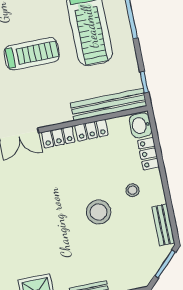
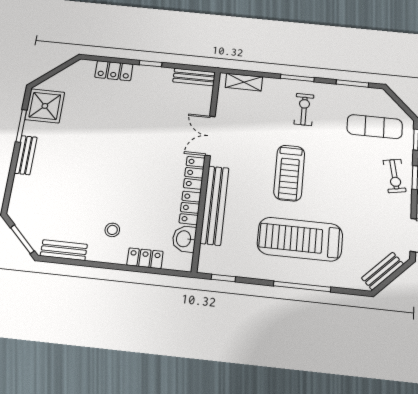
bench: (109, 105) -> (215, 205), moved
washbasin: (141, 125) -> (184, 239), moved, turned -90
stool: (99, 212) -> (103, 189), removed

